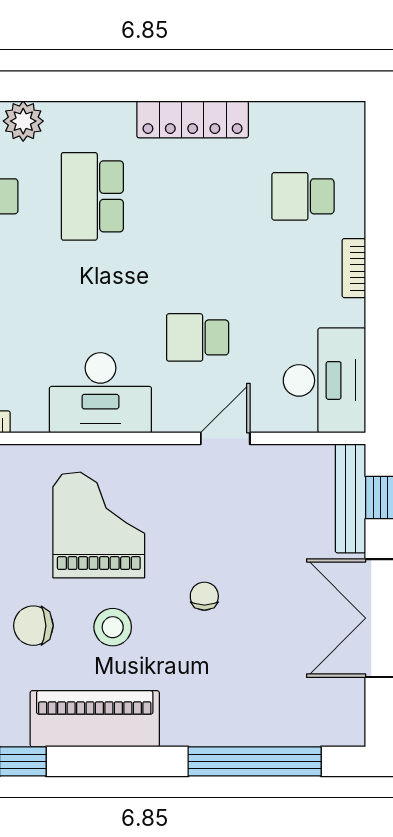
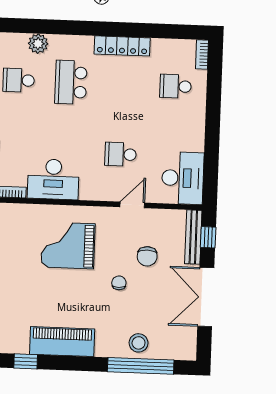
bookcase: (354, 268) -> (202, 55), moved
desk: (100, 393) -> (53, 179), moved
grand piano: (99, 525) -> (68, 245), turned -90
chair: (33, 626) -> (147, 256), moved, turned -90
stool: (113, 627) -> (139, 343), moved

